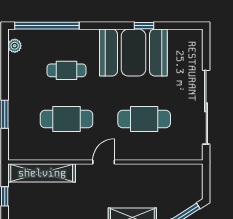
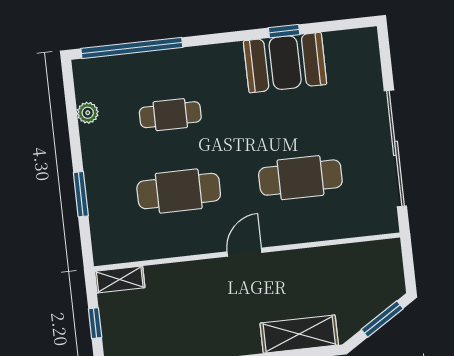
plant: (15, 46) -> (88, 113), moved
booth: (133, 53) -> (285, 63), width x0.73, depth x0.70
shelving: (42, 173) -> (120, 279), width x0.45, depth x0.75

